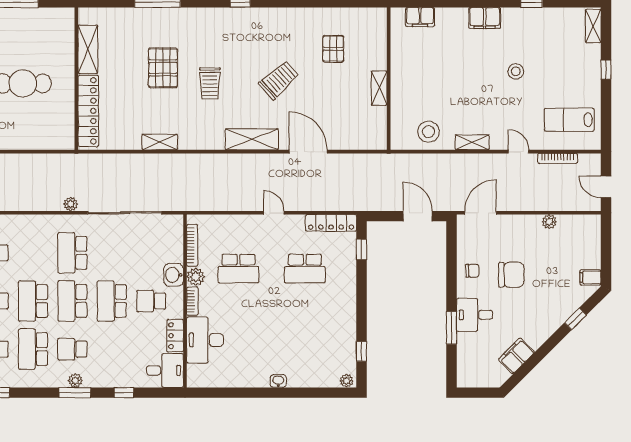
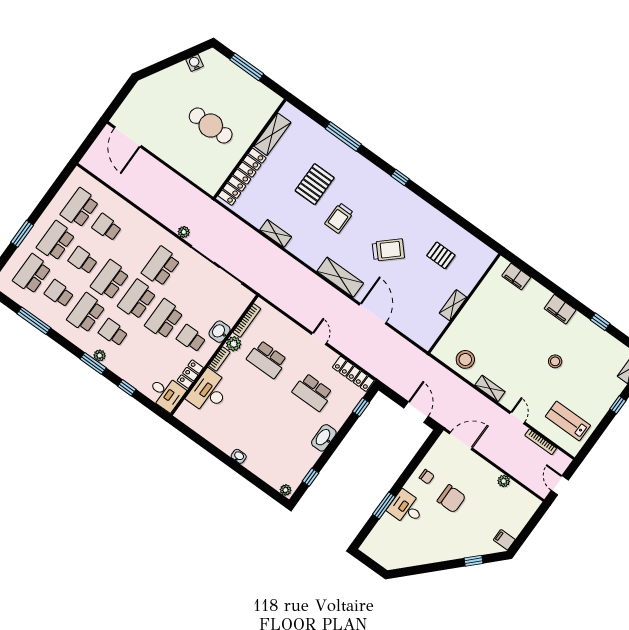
pallet: (333, 49) -> (441, 255), turned 90
washbasin: (347, 304) -> (324, 438), added
filing cabinet: (516, 356) -> (415, 557), removed

